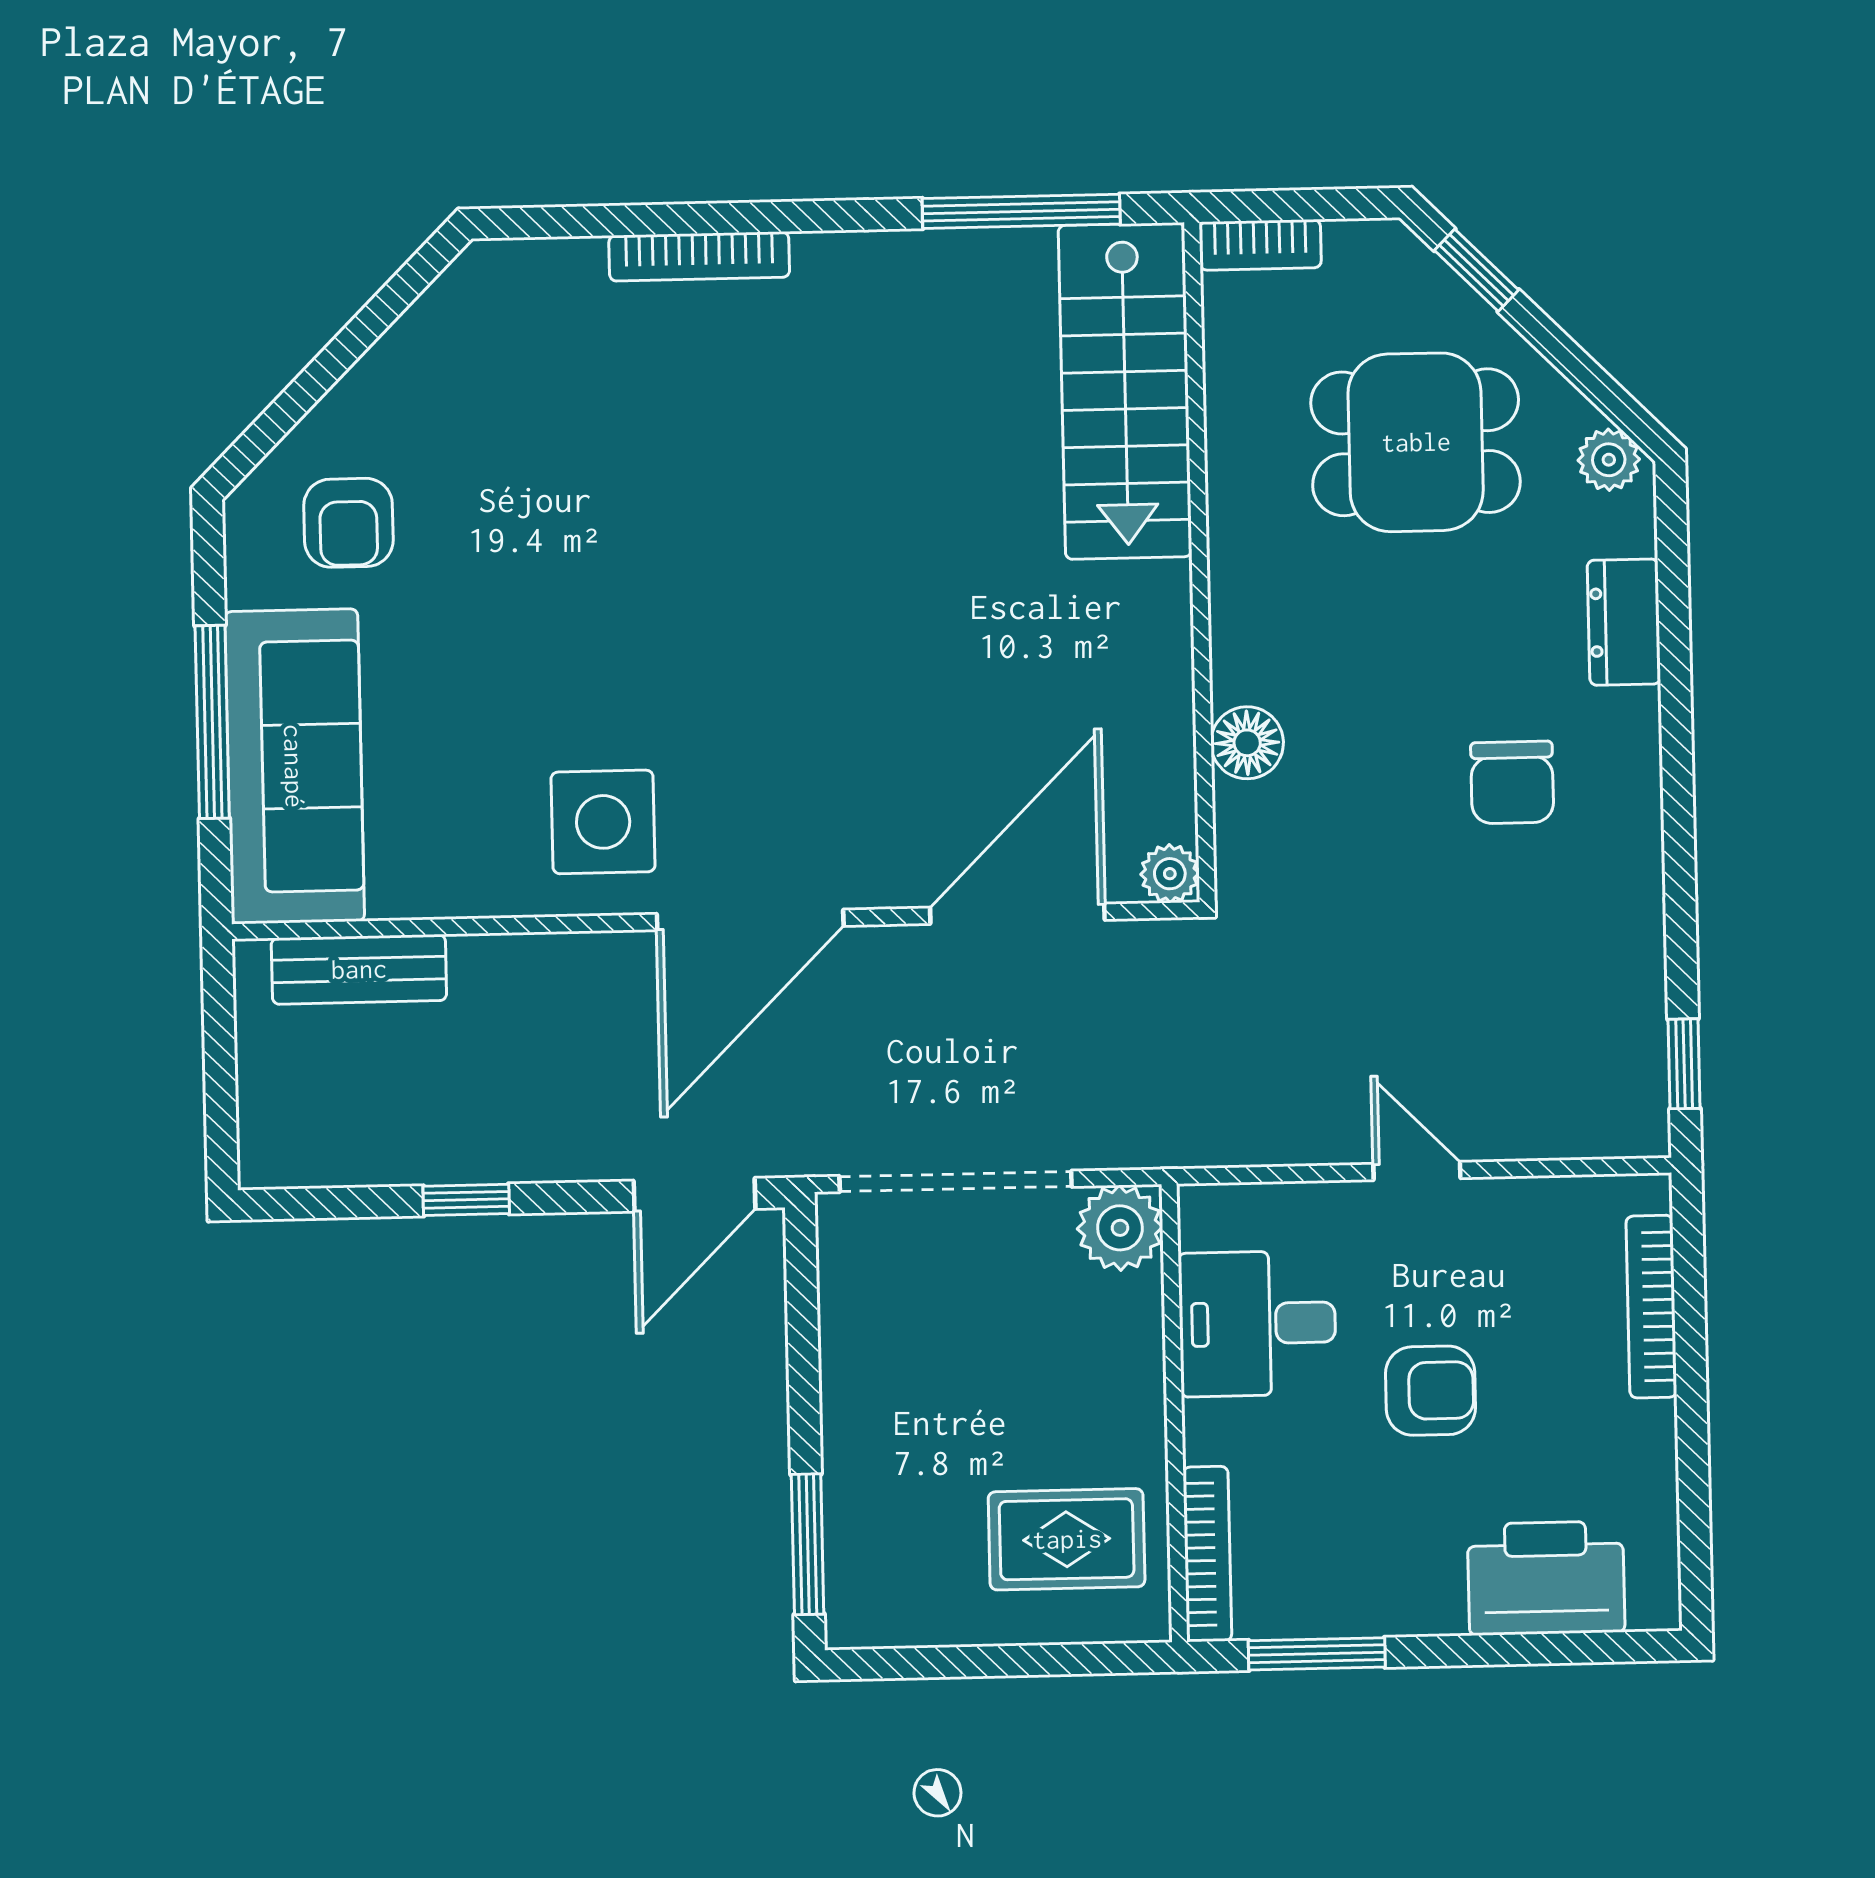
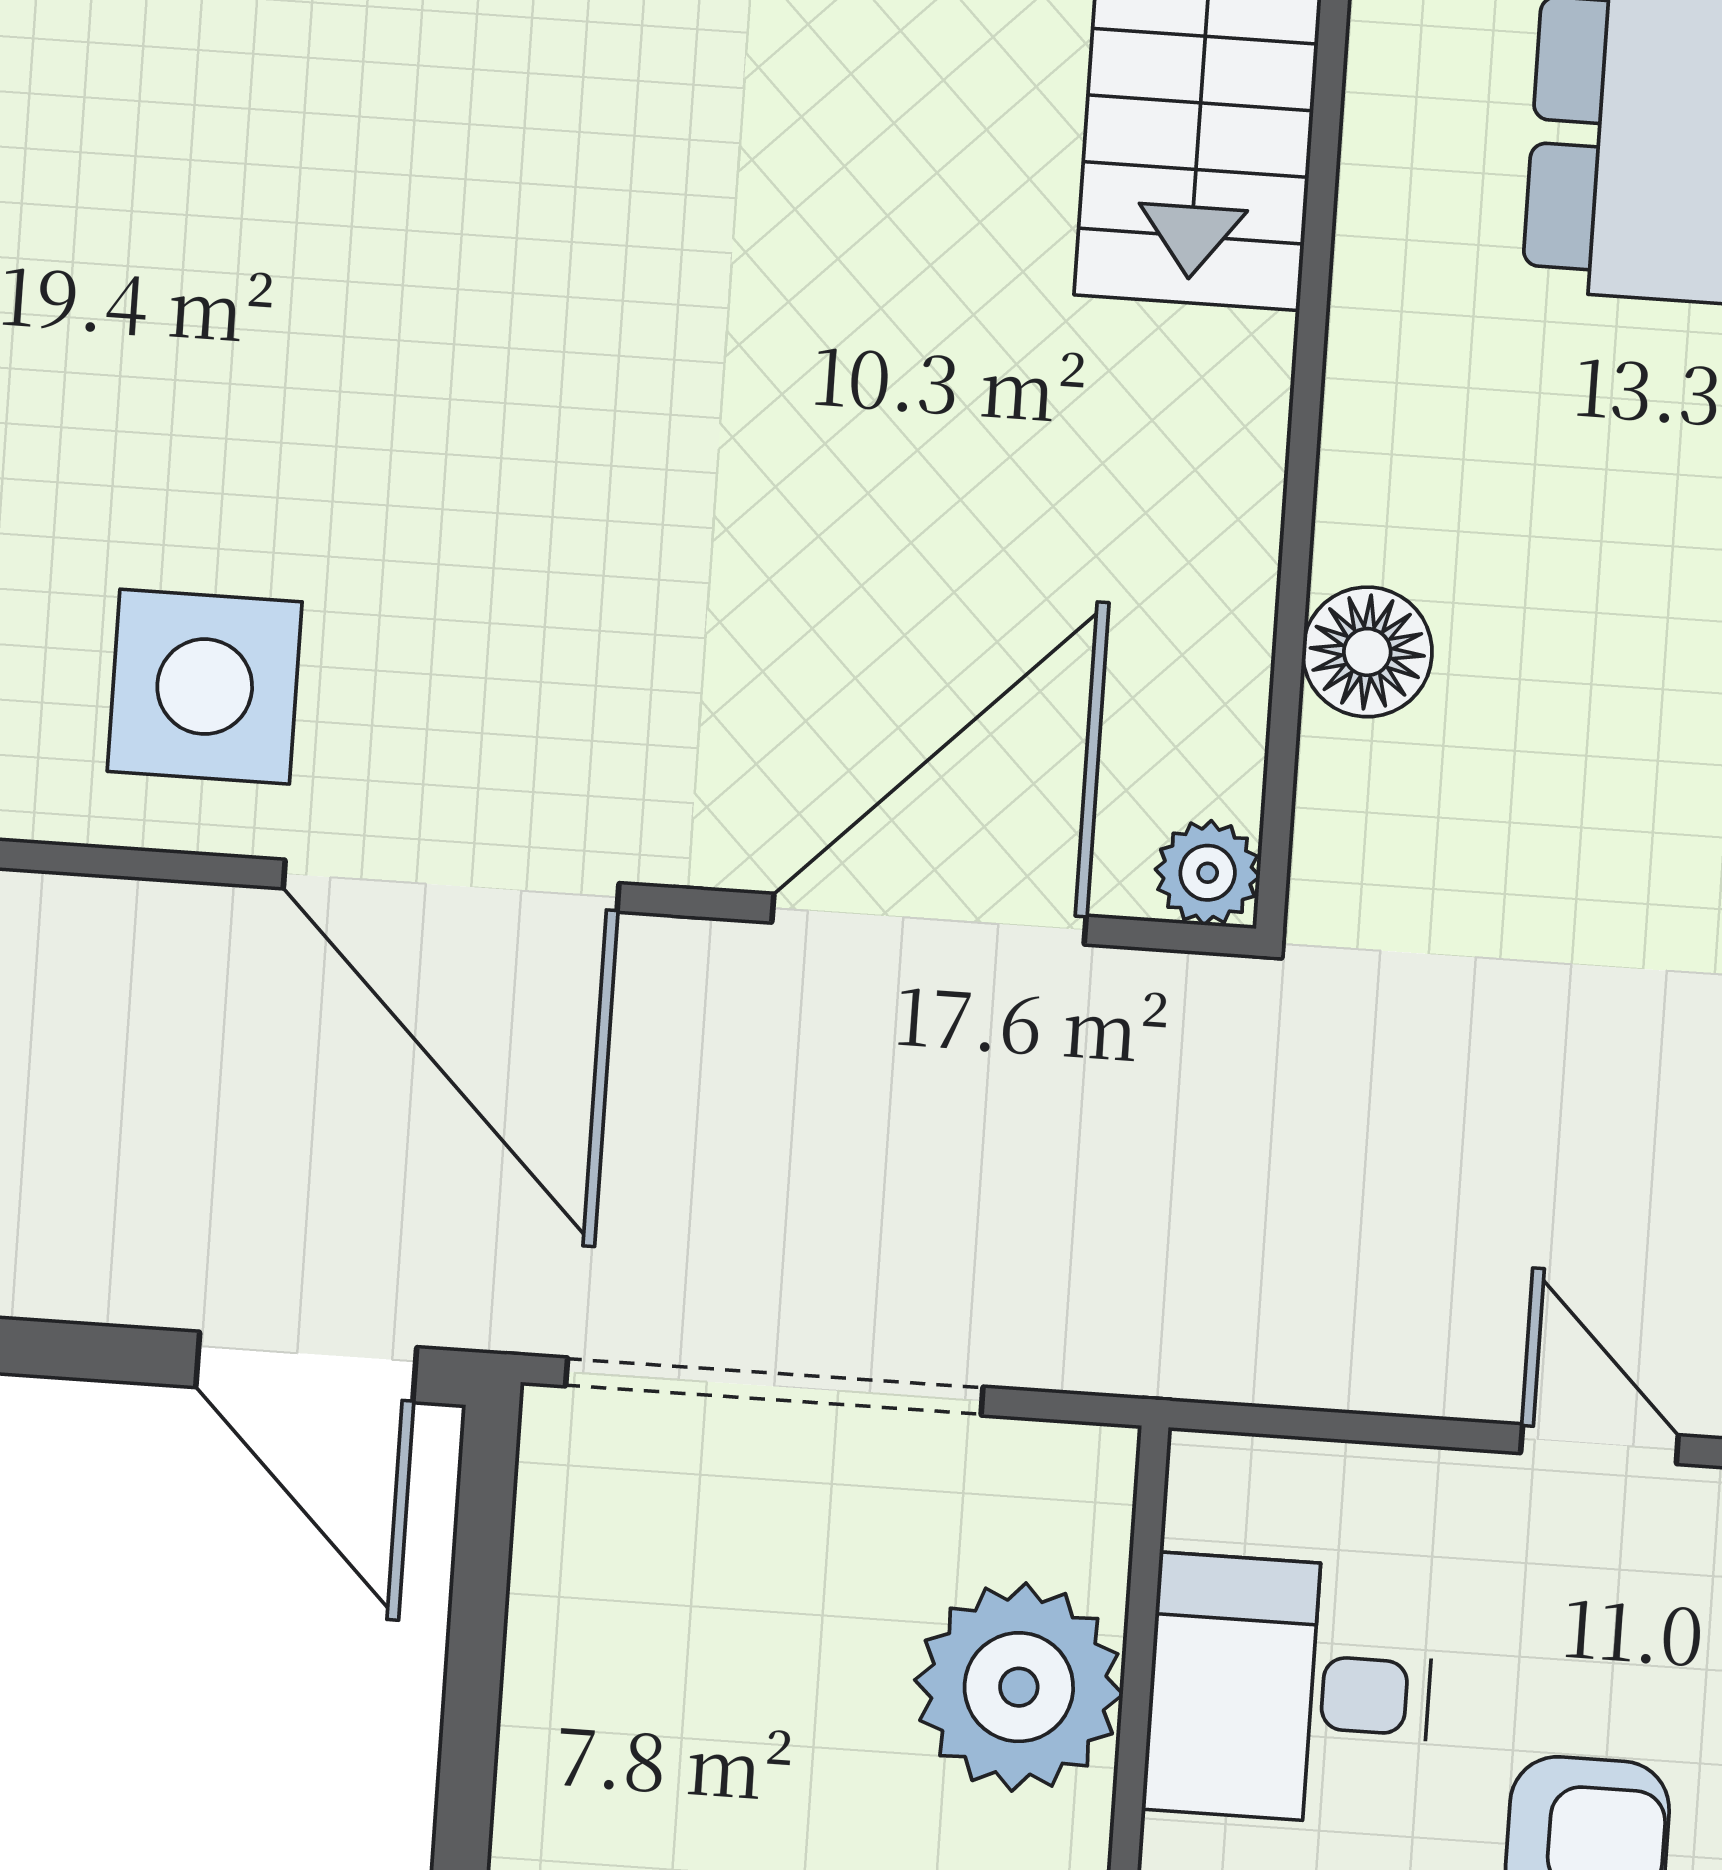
door: (750, 920) -> (451, 886), hinge flipped
door: (695, 1195) -> (306, 1367), hinge flipped
plant: (1120, 1228) -> (1019, 1687), moved, width x1.36, depth x1.36

